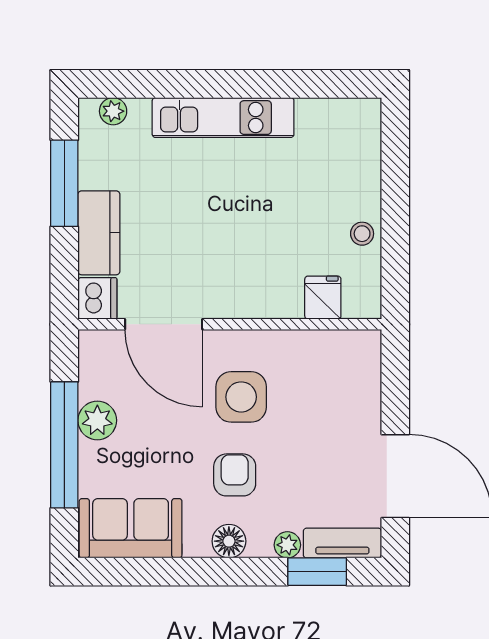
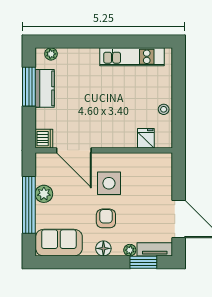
kitchen unit: (223, 118) -> (132, 57), moved
kitchen counter: (99, 233) -> (45, 88), moved

